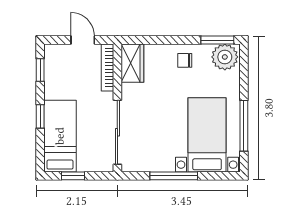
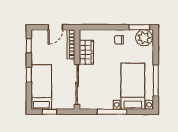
door: (83, 40) -> (55, 27), swing flipped
wardrobe: (132, 63) -> (86, 52), moved

